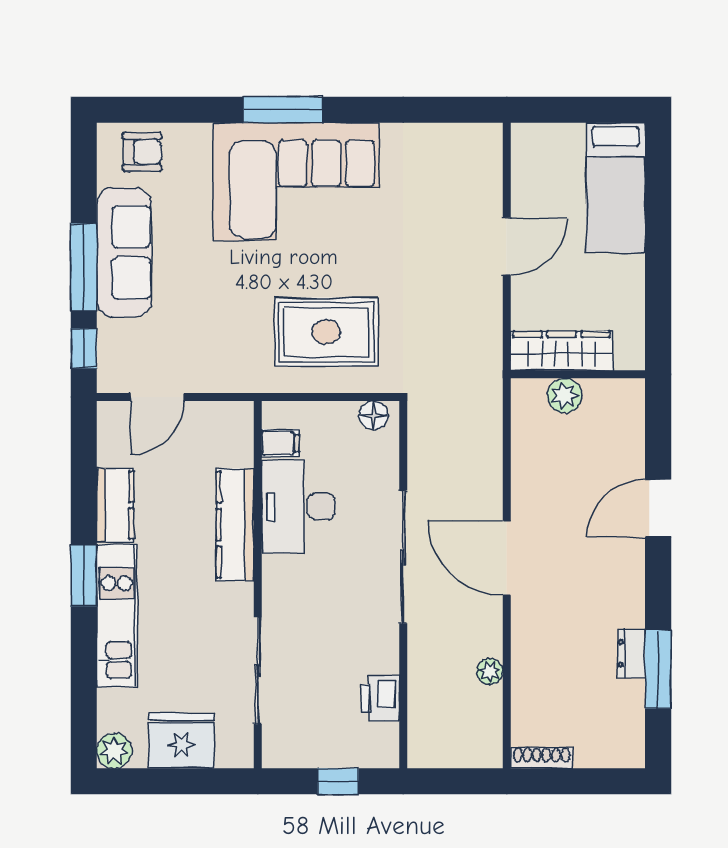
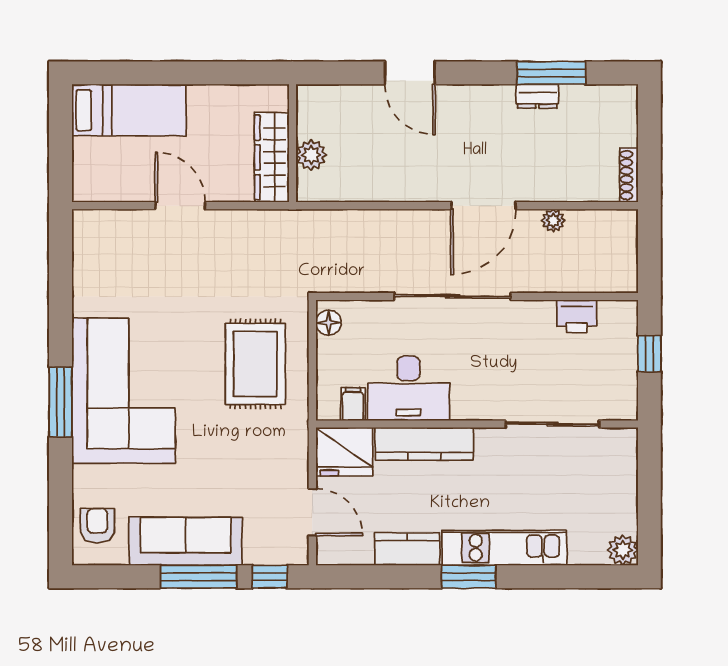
door: (507, 558) -> (484, 206), moved
fridge: (182, 741) -> (344, 452), moved, turned -90

